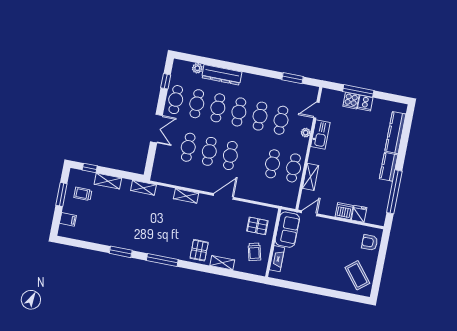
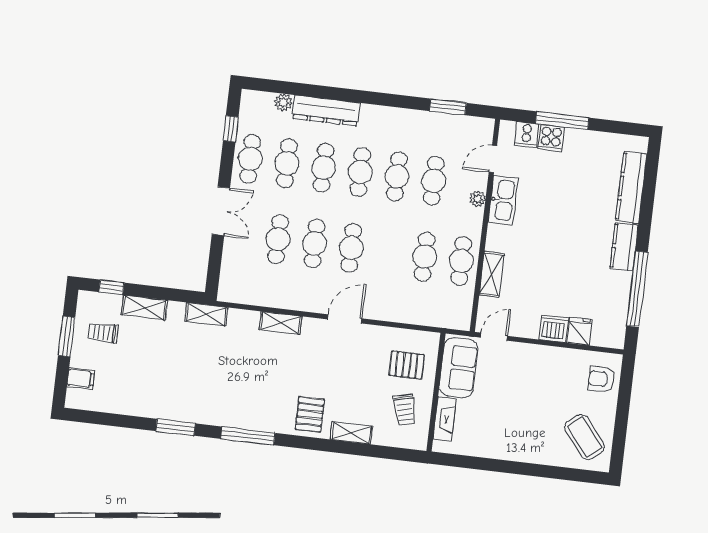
cooker: (365, 103) -> (527, 135), moved

